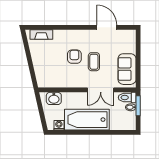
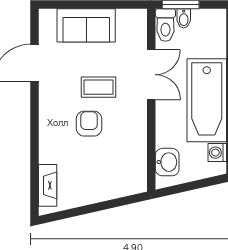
armchair: (74, 57) -> (89, 124), turned 90
sofa: (127, 69) -> (86, 25), moved

